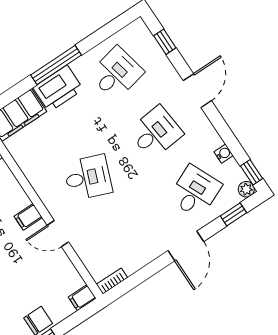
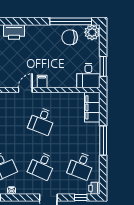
desk: (116, 73) -> (81, 166), turned 33
printer: (58, 89) -> (94, 188), moved, width x0.53, depth x0.68
desk: (156, 132) -> (42, 166), turned 30

